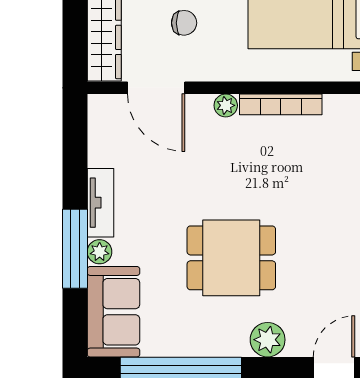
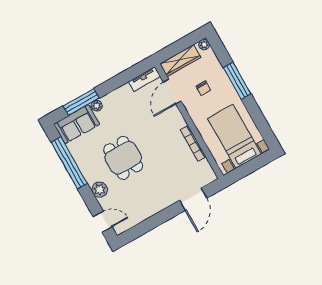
plant: (226, 105) -> (181, 122), removed
tv unit: (100, 203) -> (144, 79), moved
window: (75, 249) -> (81, 102), moved

